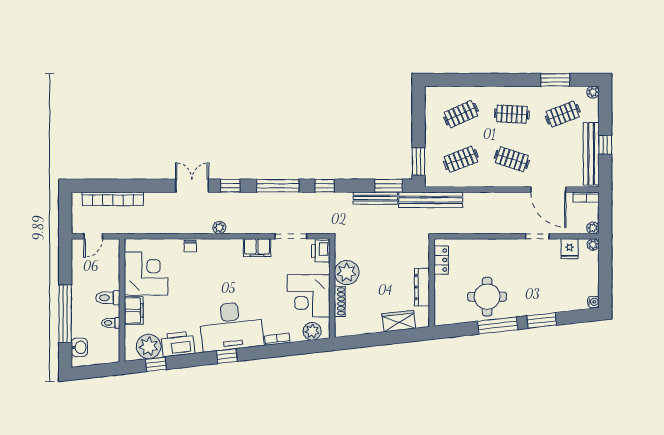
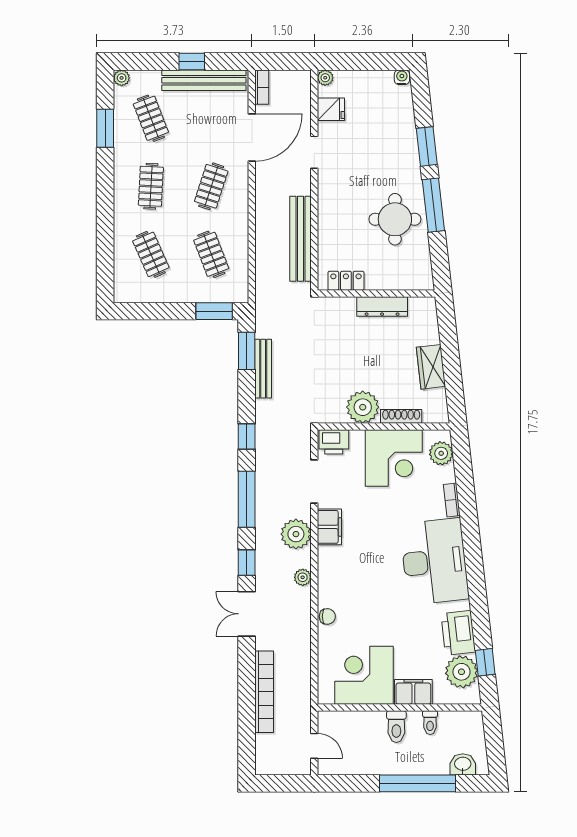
bookcase: (113, 199) -> (264, 692), moved
bench: (431, 200) -> (300, 239), moved
plant: (593, 228) -> (296, 534), moved, width x1.88, depth x1.88
wardrobe: (399, 321) -> (431, 367), moved
window: (227, 356) -> (474, 567), removed

